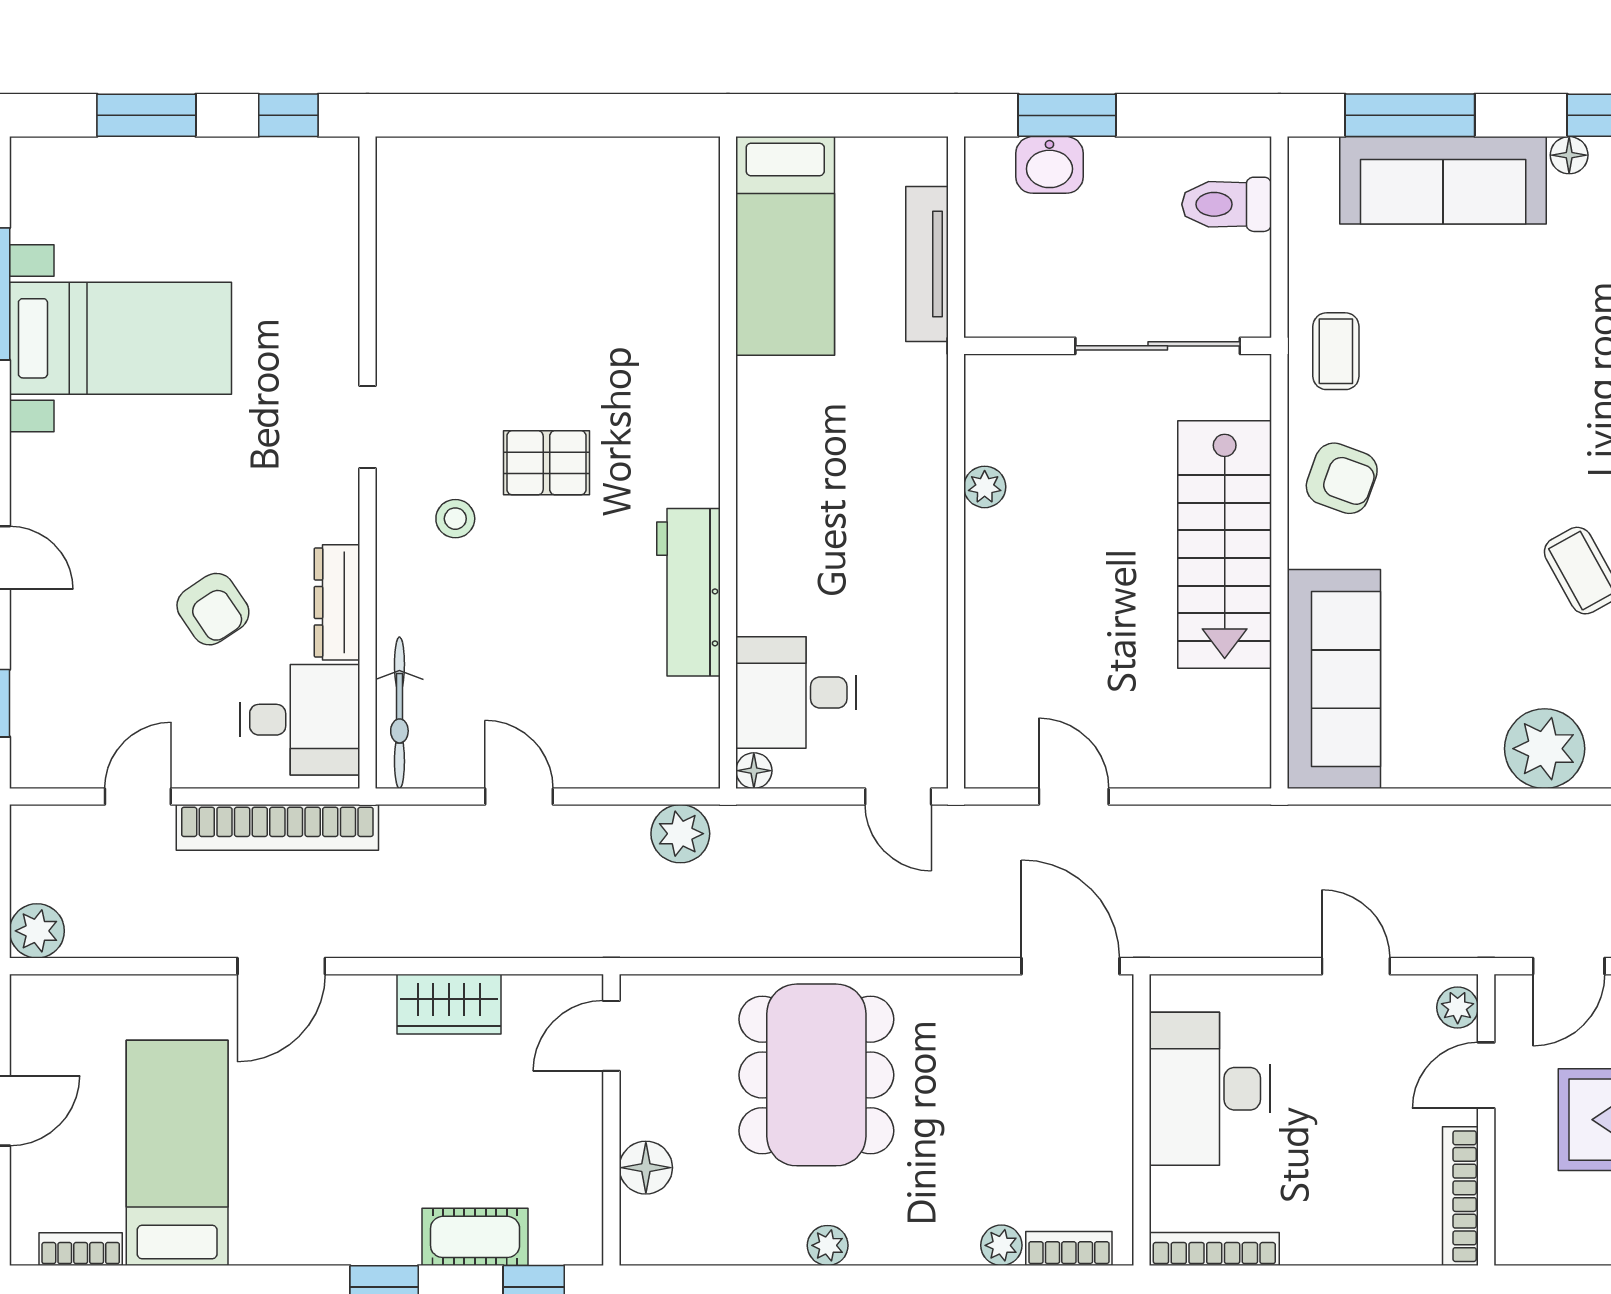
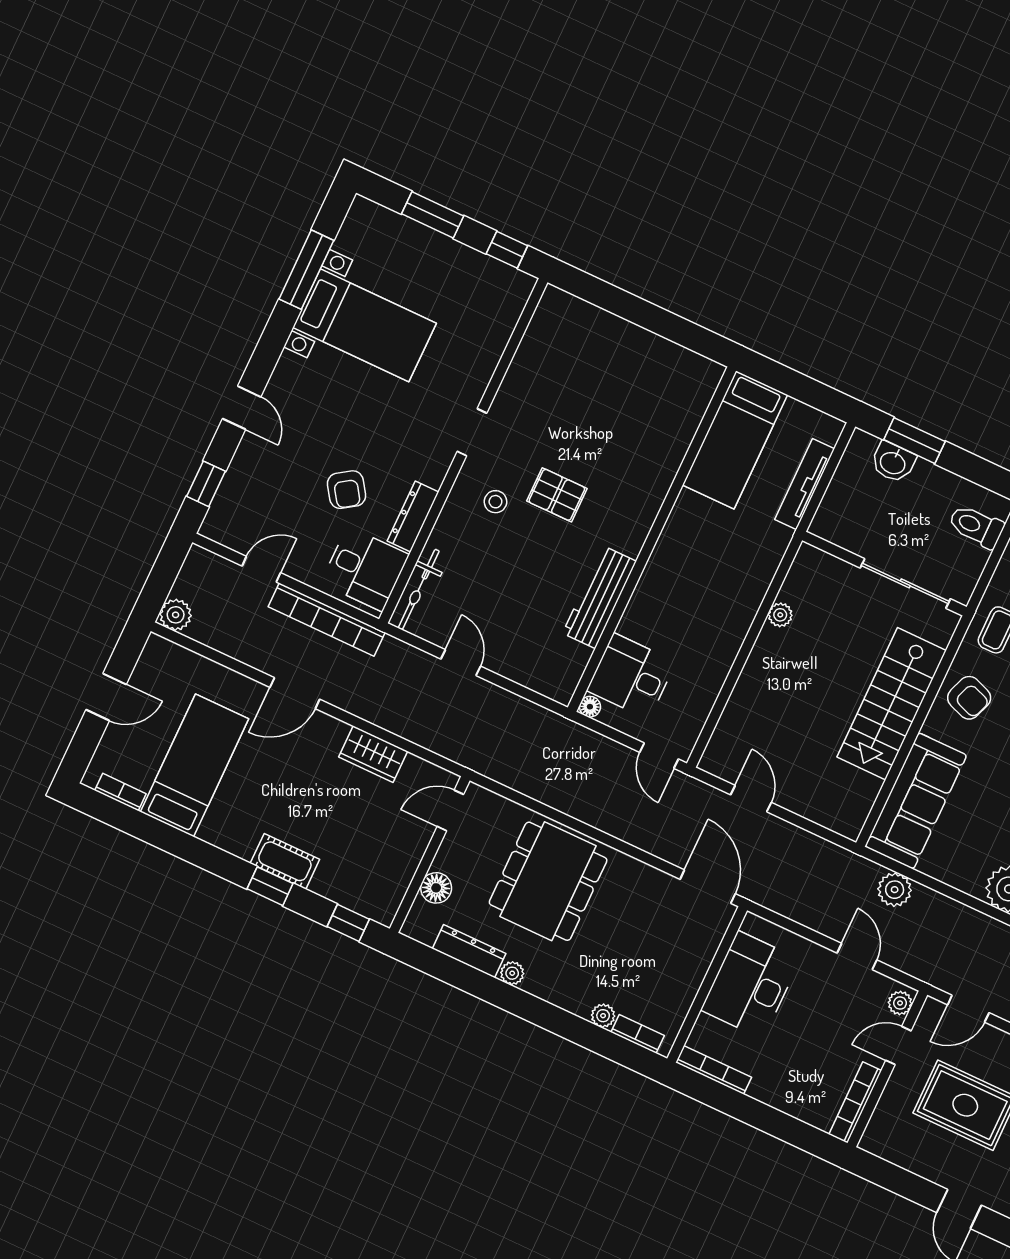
plant: (680, 834) -> (895, 890), moved
cot: (475, 1237) -> (285, 861), moved
dresser: (744, 1242) -> (469, 951), added

